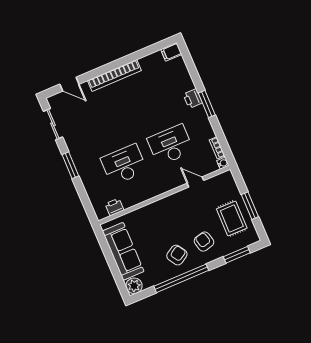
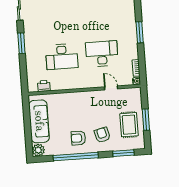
printer: (193, 98) -> (131, 25), removed
desk: (124, 165) -> (62, 57), turned 180
armchair: (177, 255) -> (78, 138), turned -148

